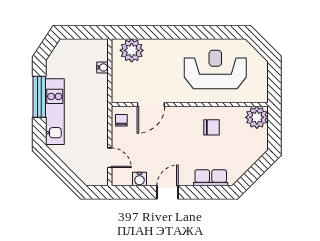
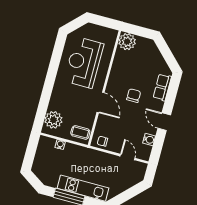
coffee table: (125, 89) -> (80, 132), added
door: (151, 104) -> (101, 102), moved
chair: (212, 127) -> (134, 96), moved
door: (110, 158) -> (128, 157), hinge flipped

